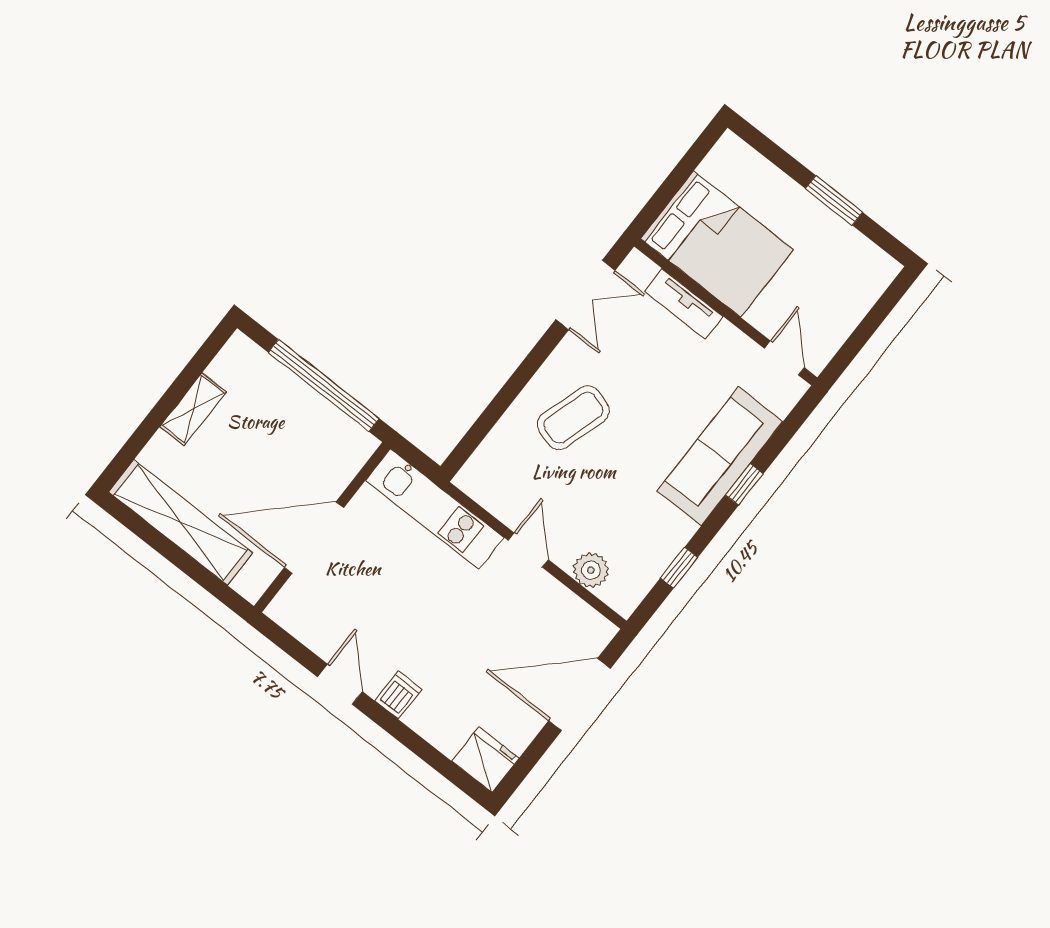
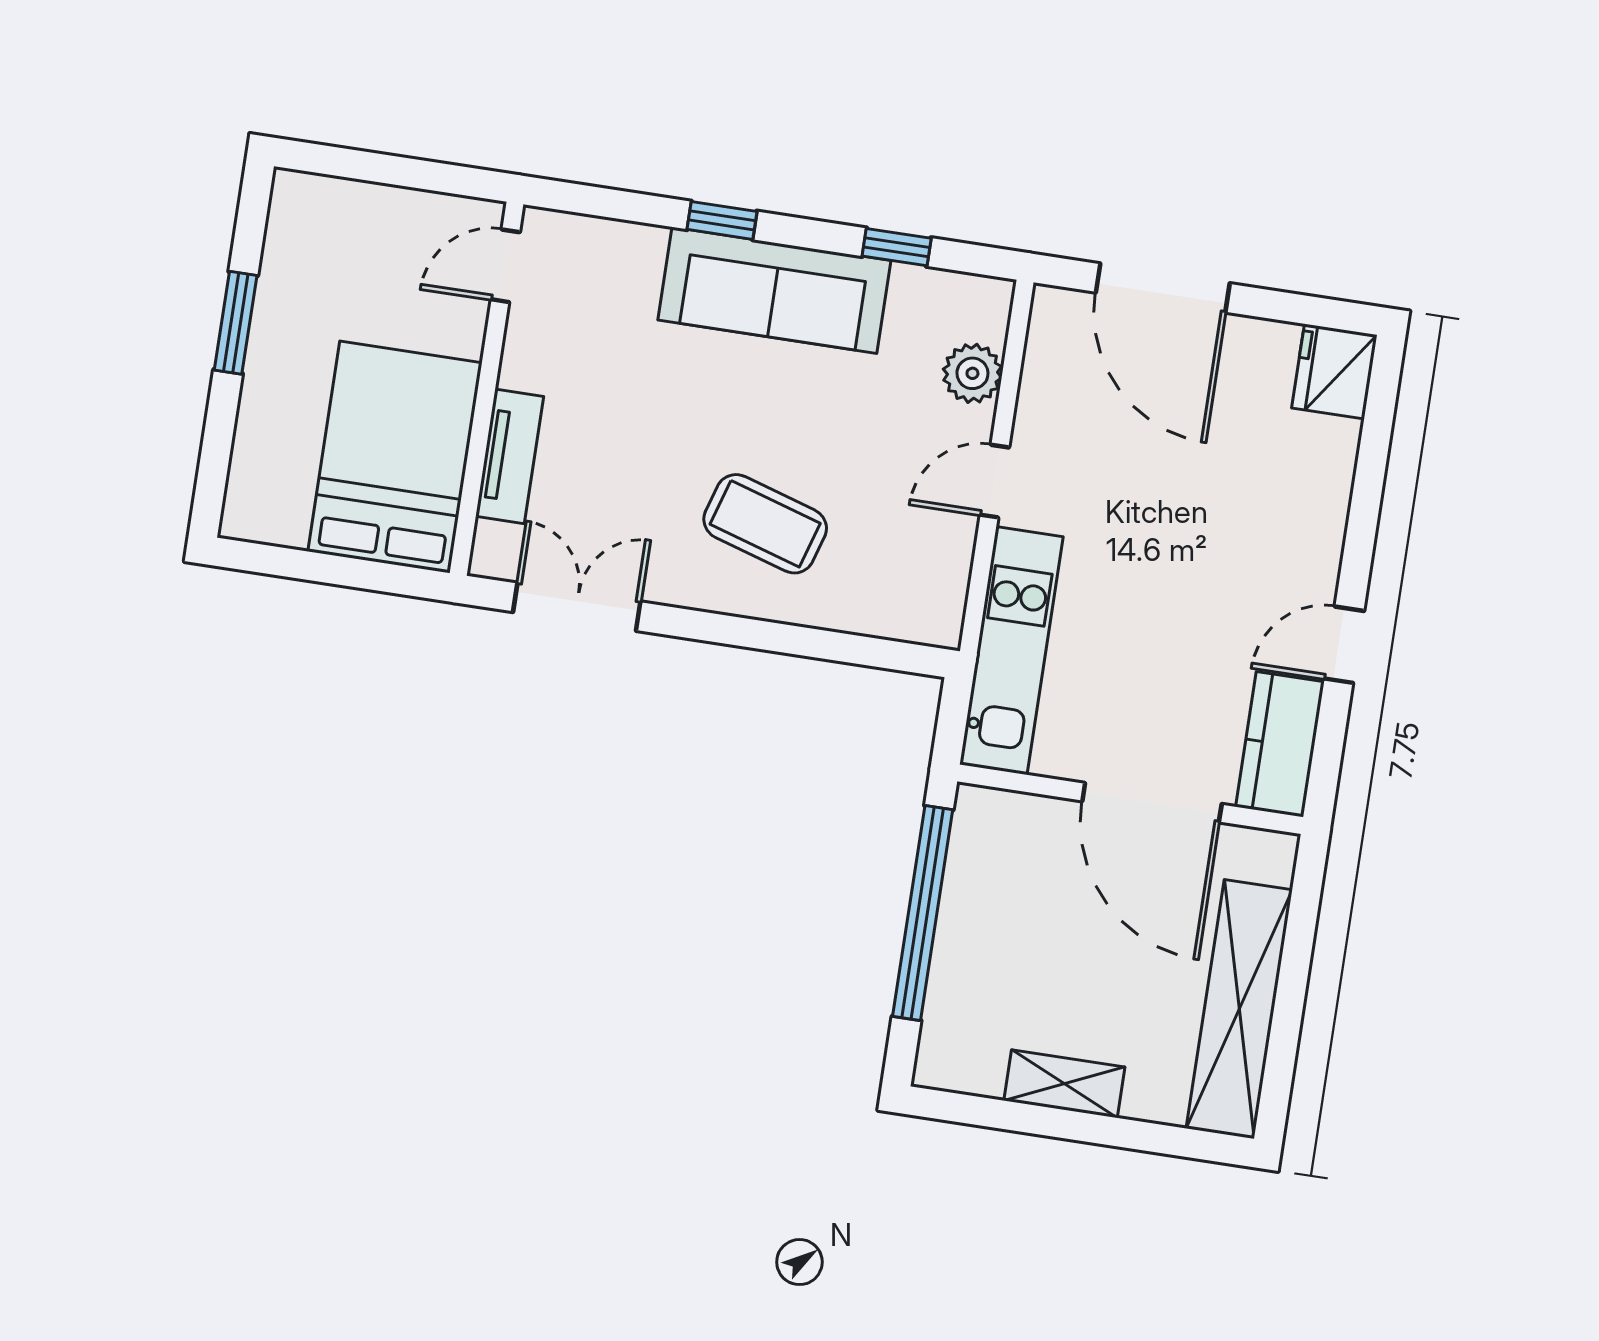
sofa: (720, 456) -> (774, 290), moved
kitchen counter: (307, 621) -> (1280, 744), added
dishwasher: (398, 695) -> (1312, 551), removed

